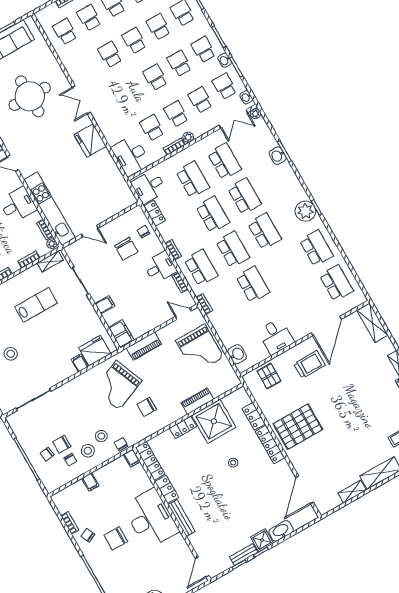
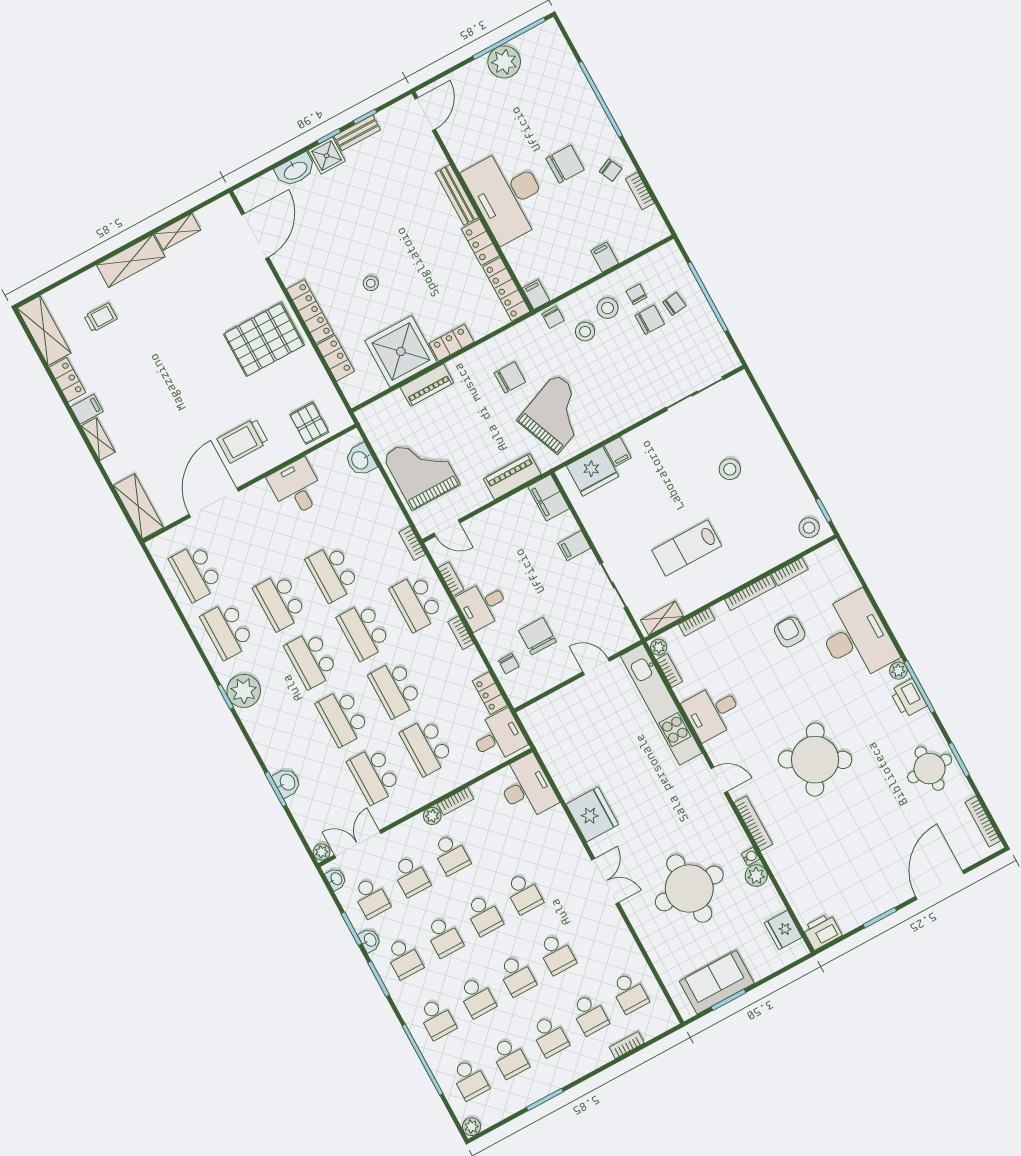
school desk: (152, 128) -> (524, 893), moved
school desk: (285, 266) -> (280, 602), added

